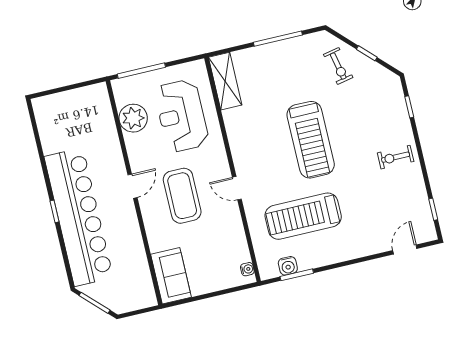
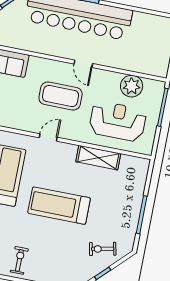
shelving: (225, 81) -> (98, 158), moved

